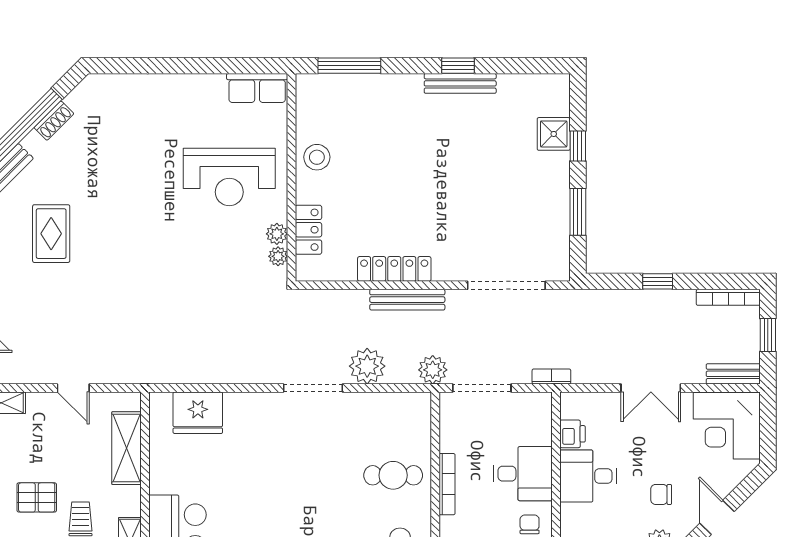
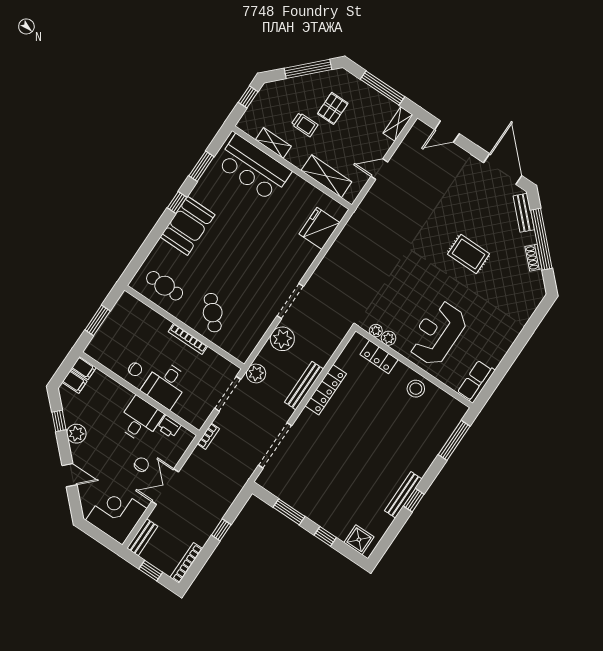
shower: (554, 134) -> (359, 540), moved
rug: (51, 234) -> (469, 254), moved
cafe table: (393, 475) -> (213, 313), turned -42
chair: (661, 494) -> (141, 465), moved

